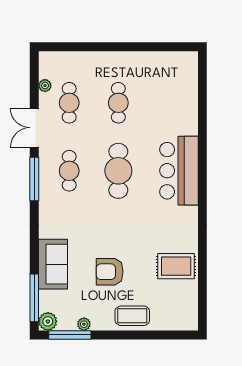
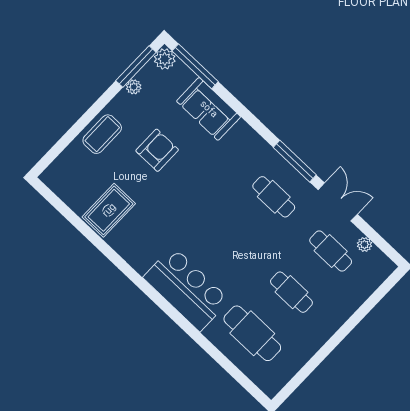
cafe table: (118, 171) -> (252, 333), moved

